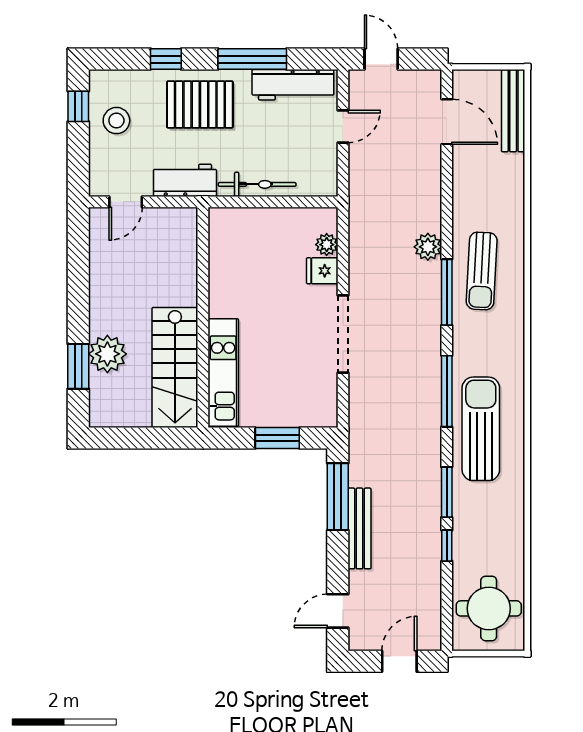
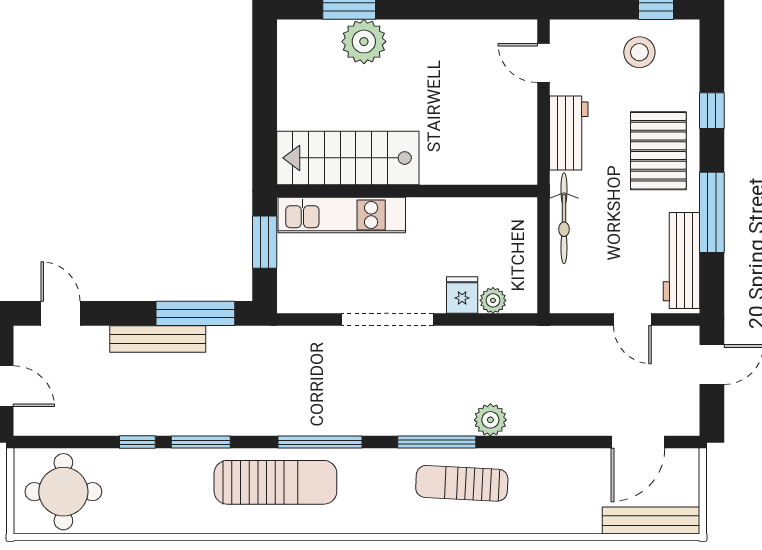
wall: (203, 317) -> (407, 191), moved
stairs: (175, 367) -> (348, 158), moved
kitchen unit: (223, 373) -> (342, 215), moved

